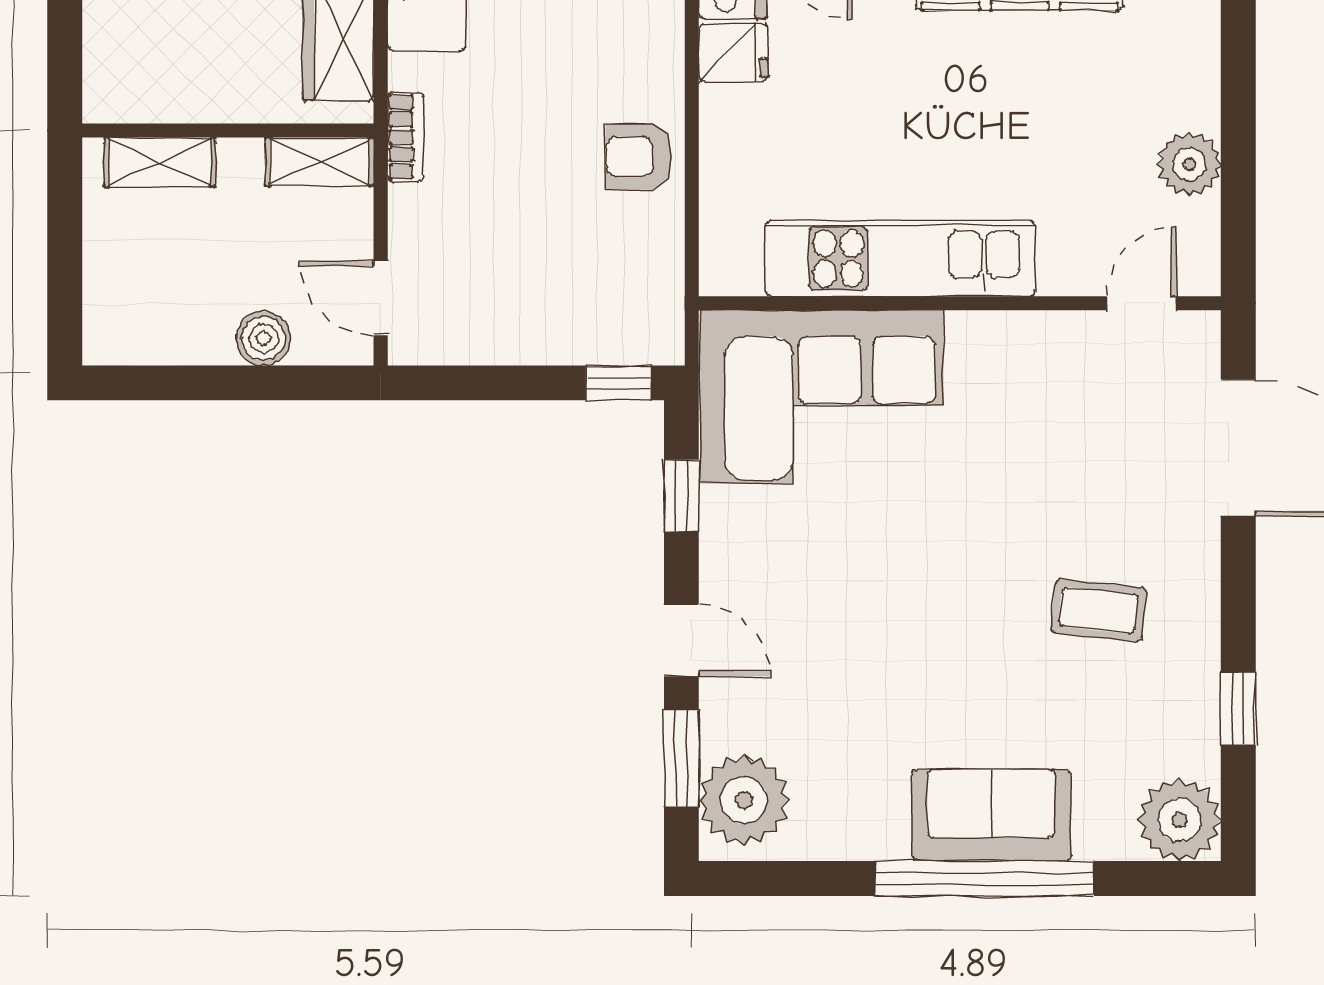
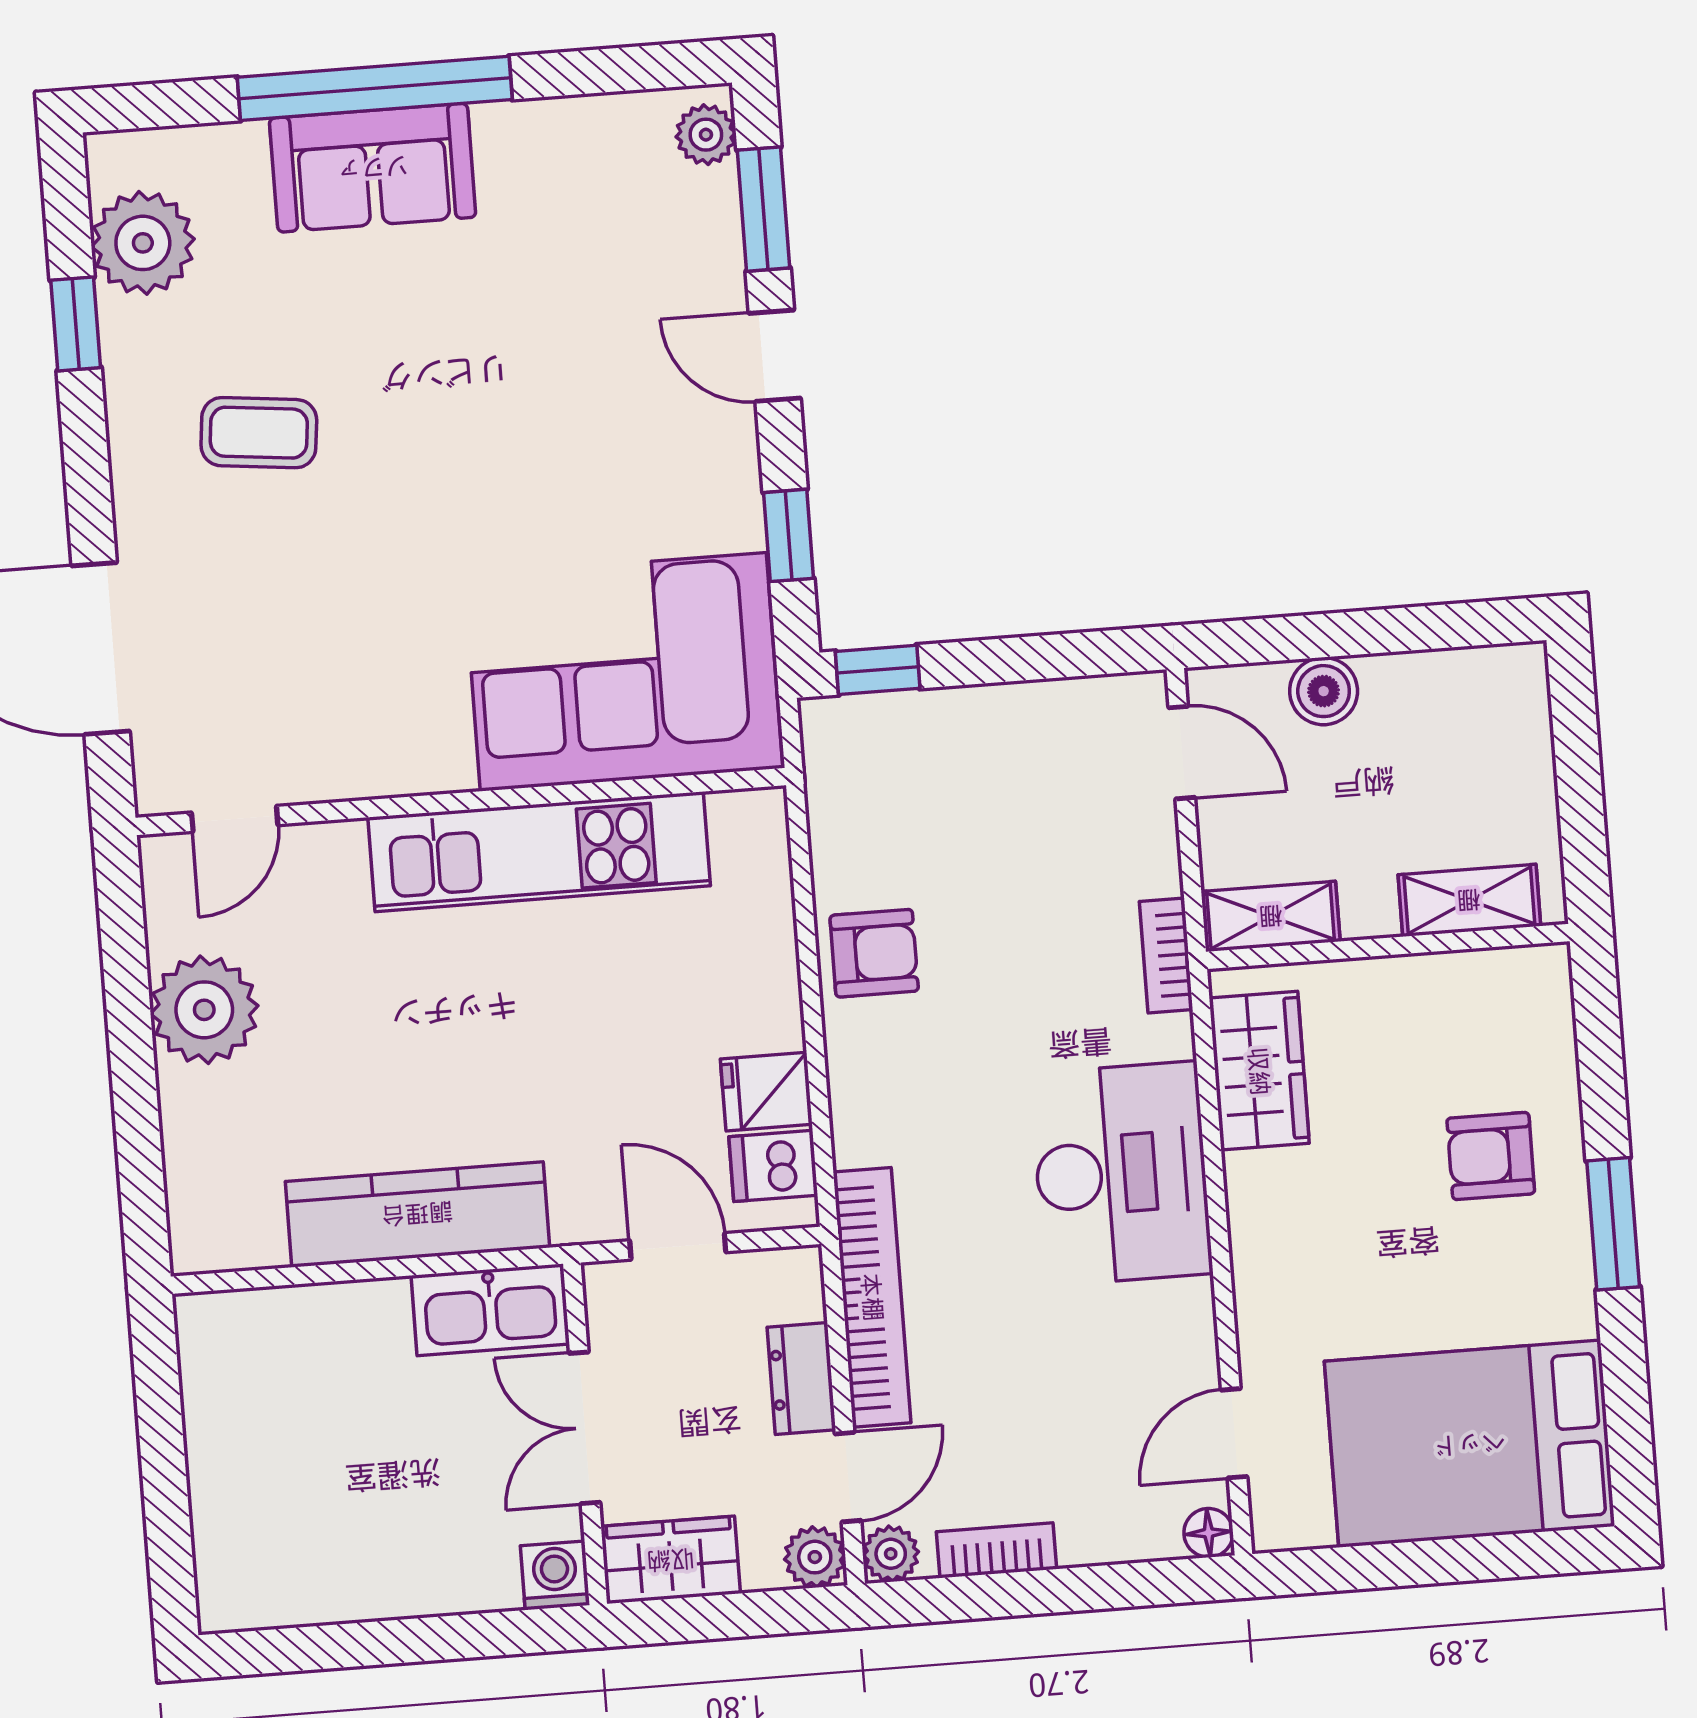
plant: (1189, 164) -> (204, 1010), width x1.36, depth x1.36
plant: (744, 800) -> (706, 135), width x0.53, depth x0.53
plant: (1180, 820) -> (143, 243), moved

